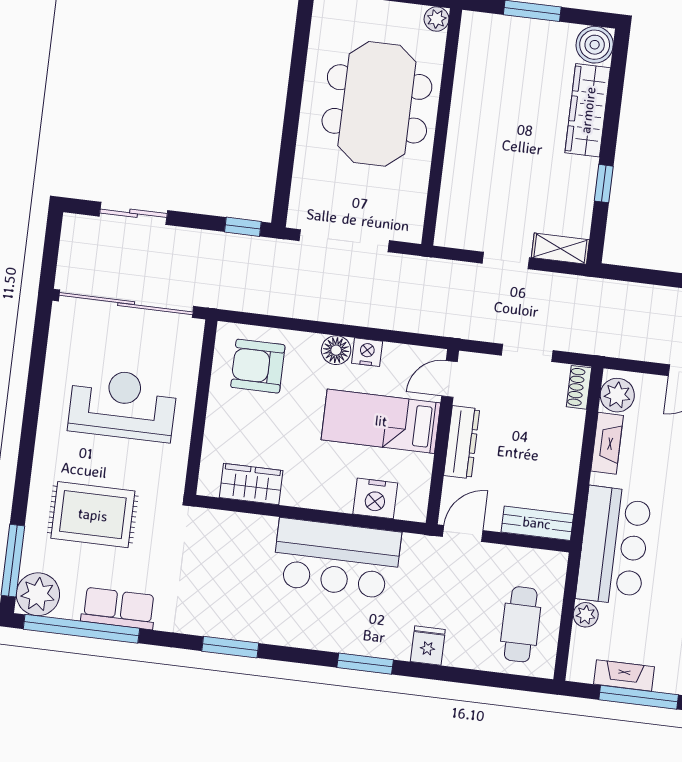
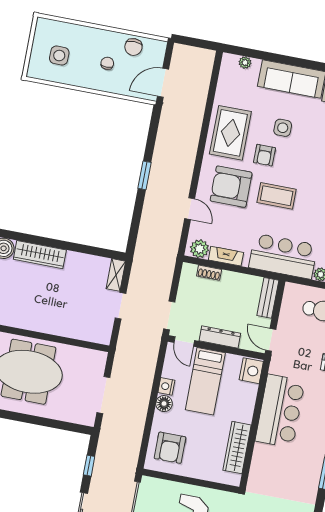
window: (604, 184) -> (81, 248), removed
window: (243, 227) -> (89, 466), moved
doorway: (344, 241) -> (103, 395), width x0.73
doorway: (527, 353) -> (169, 315), moved
shoe rack: (579, 387) -> (209, 273), moved
wardrobe: (251, 484) -> (237, 448), width x1.50
nightstand: (375, 498) -> (251, 371), moved

